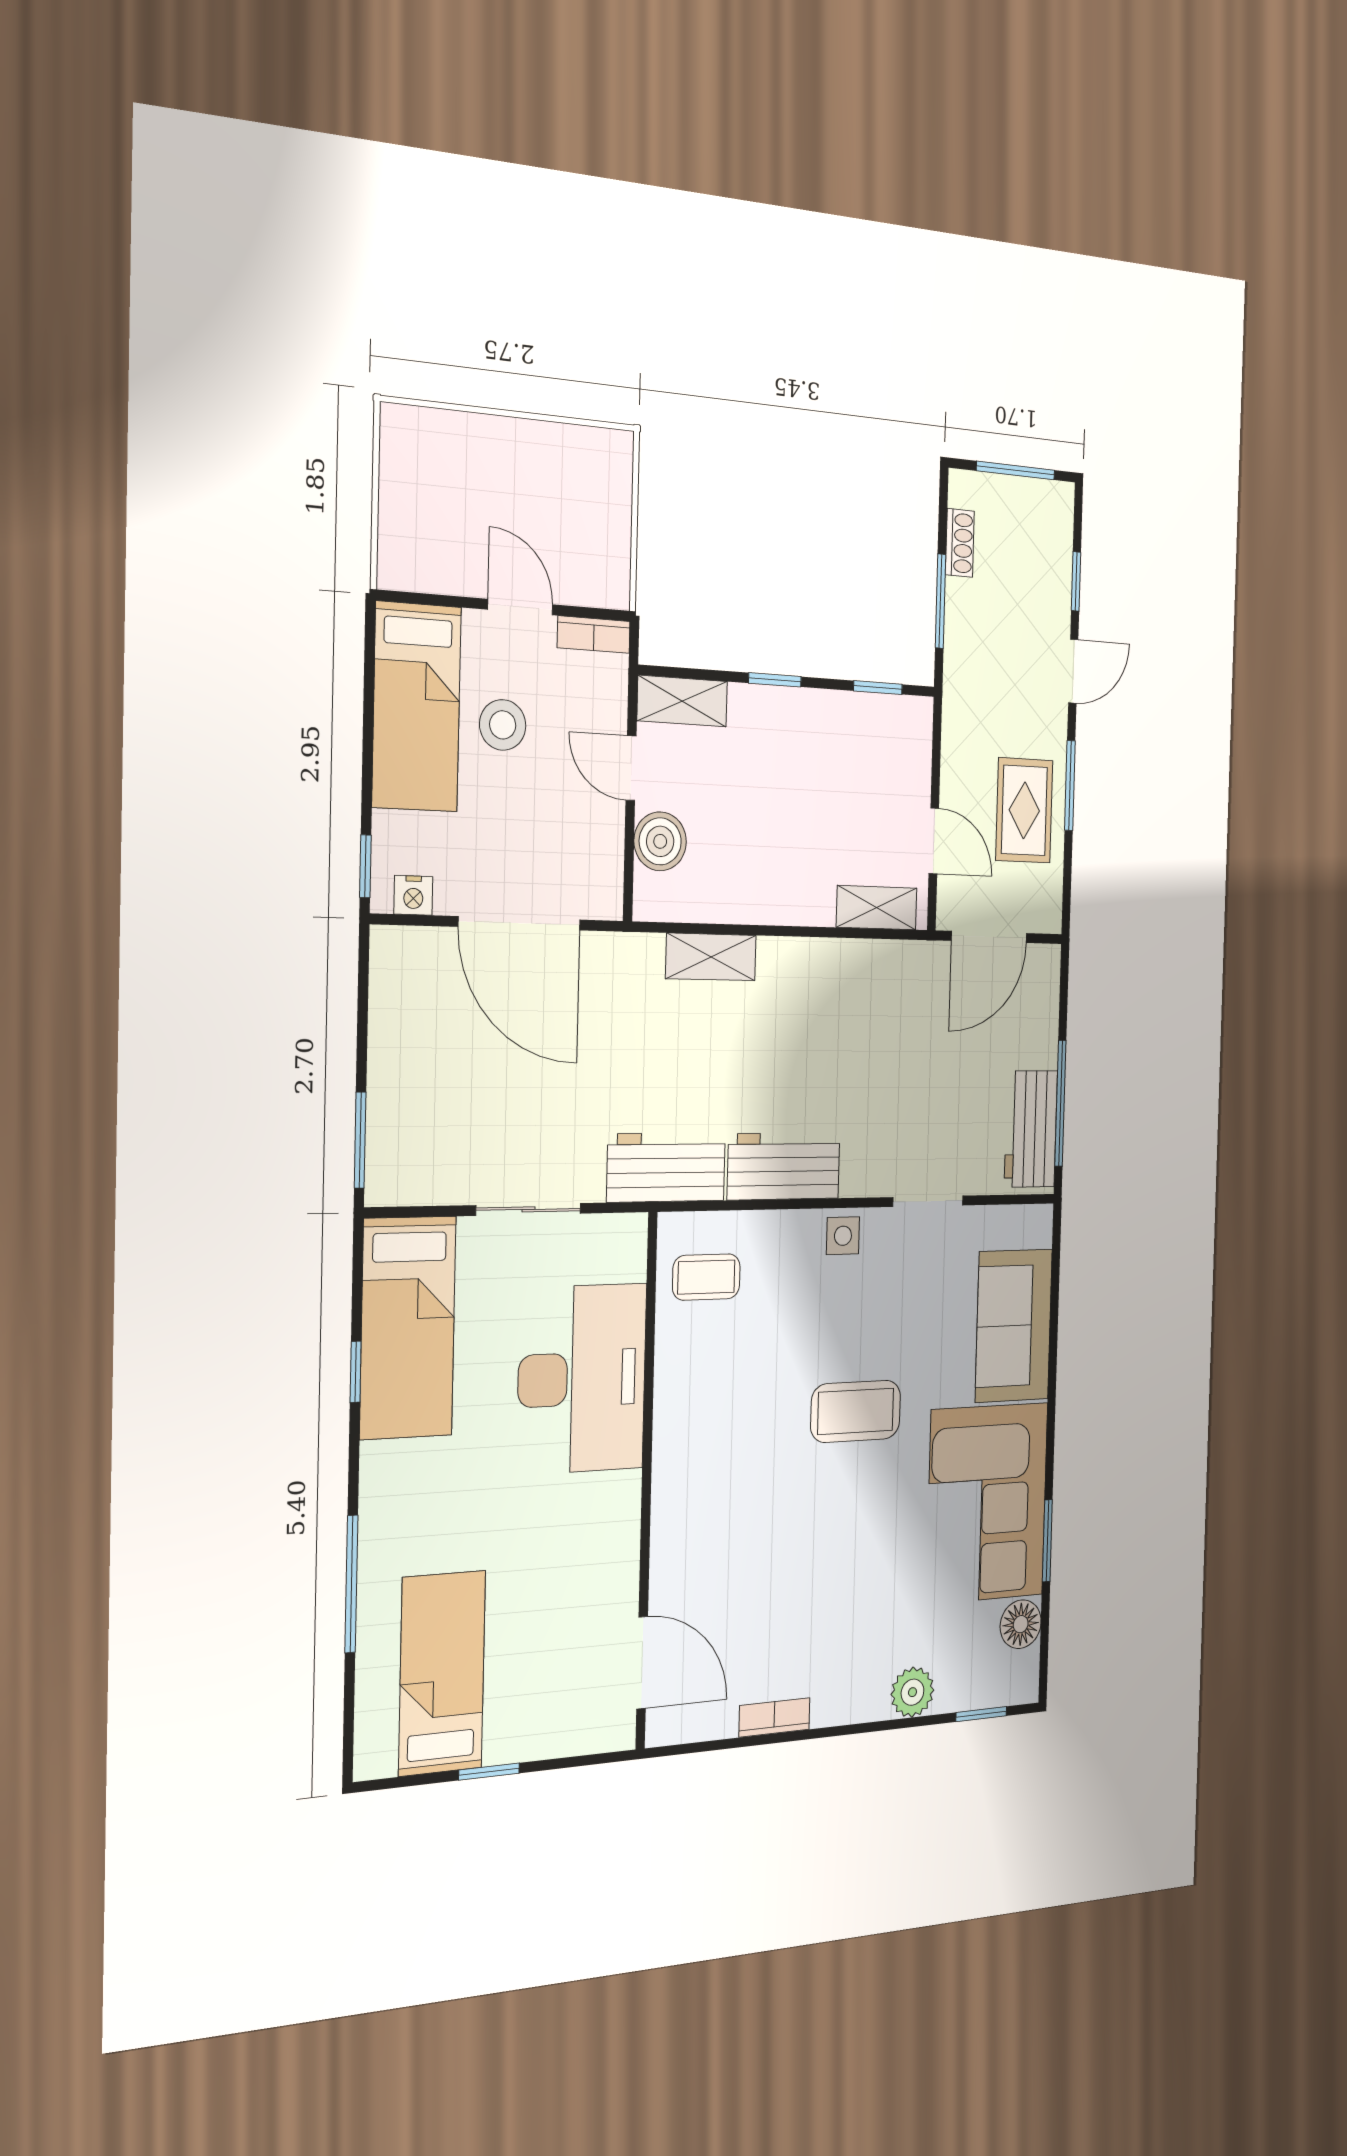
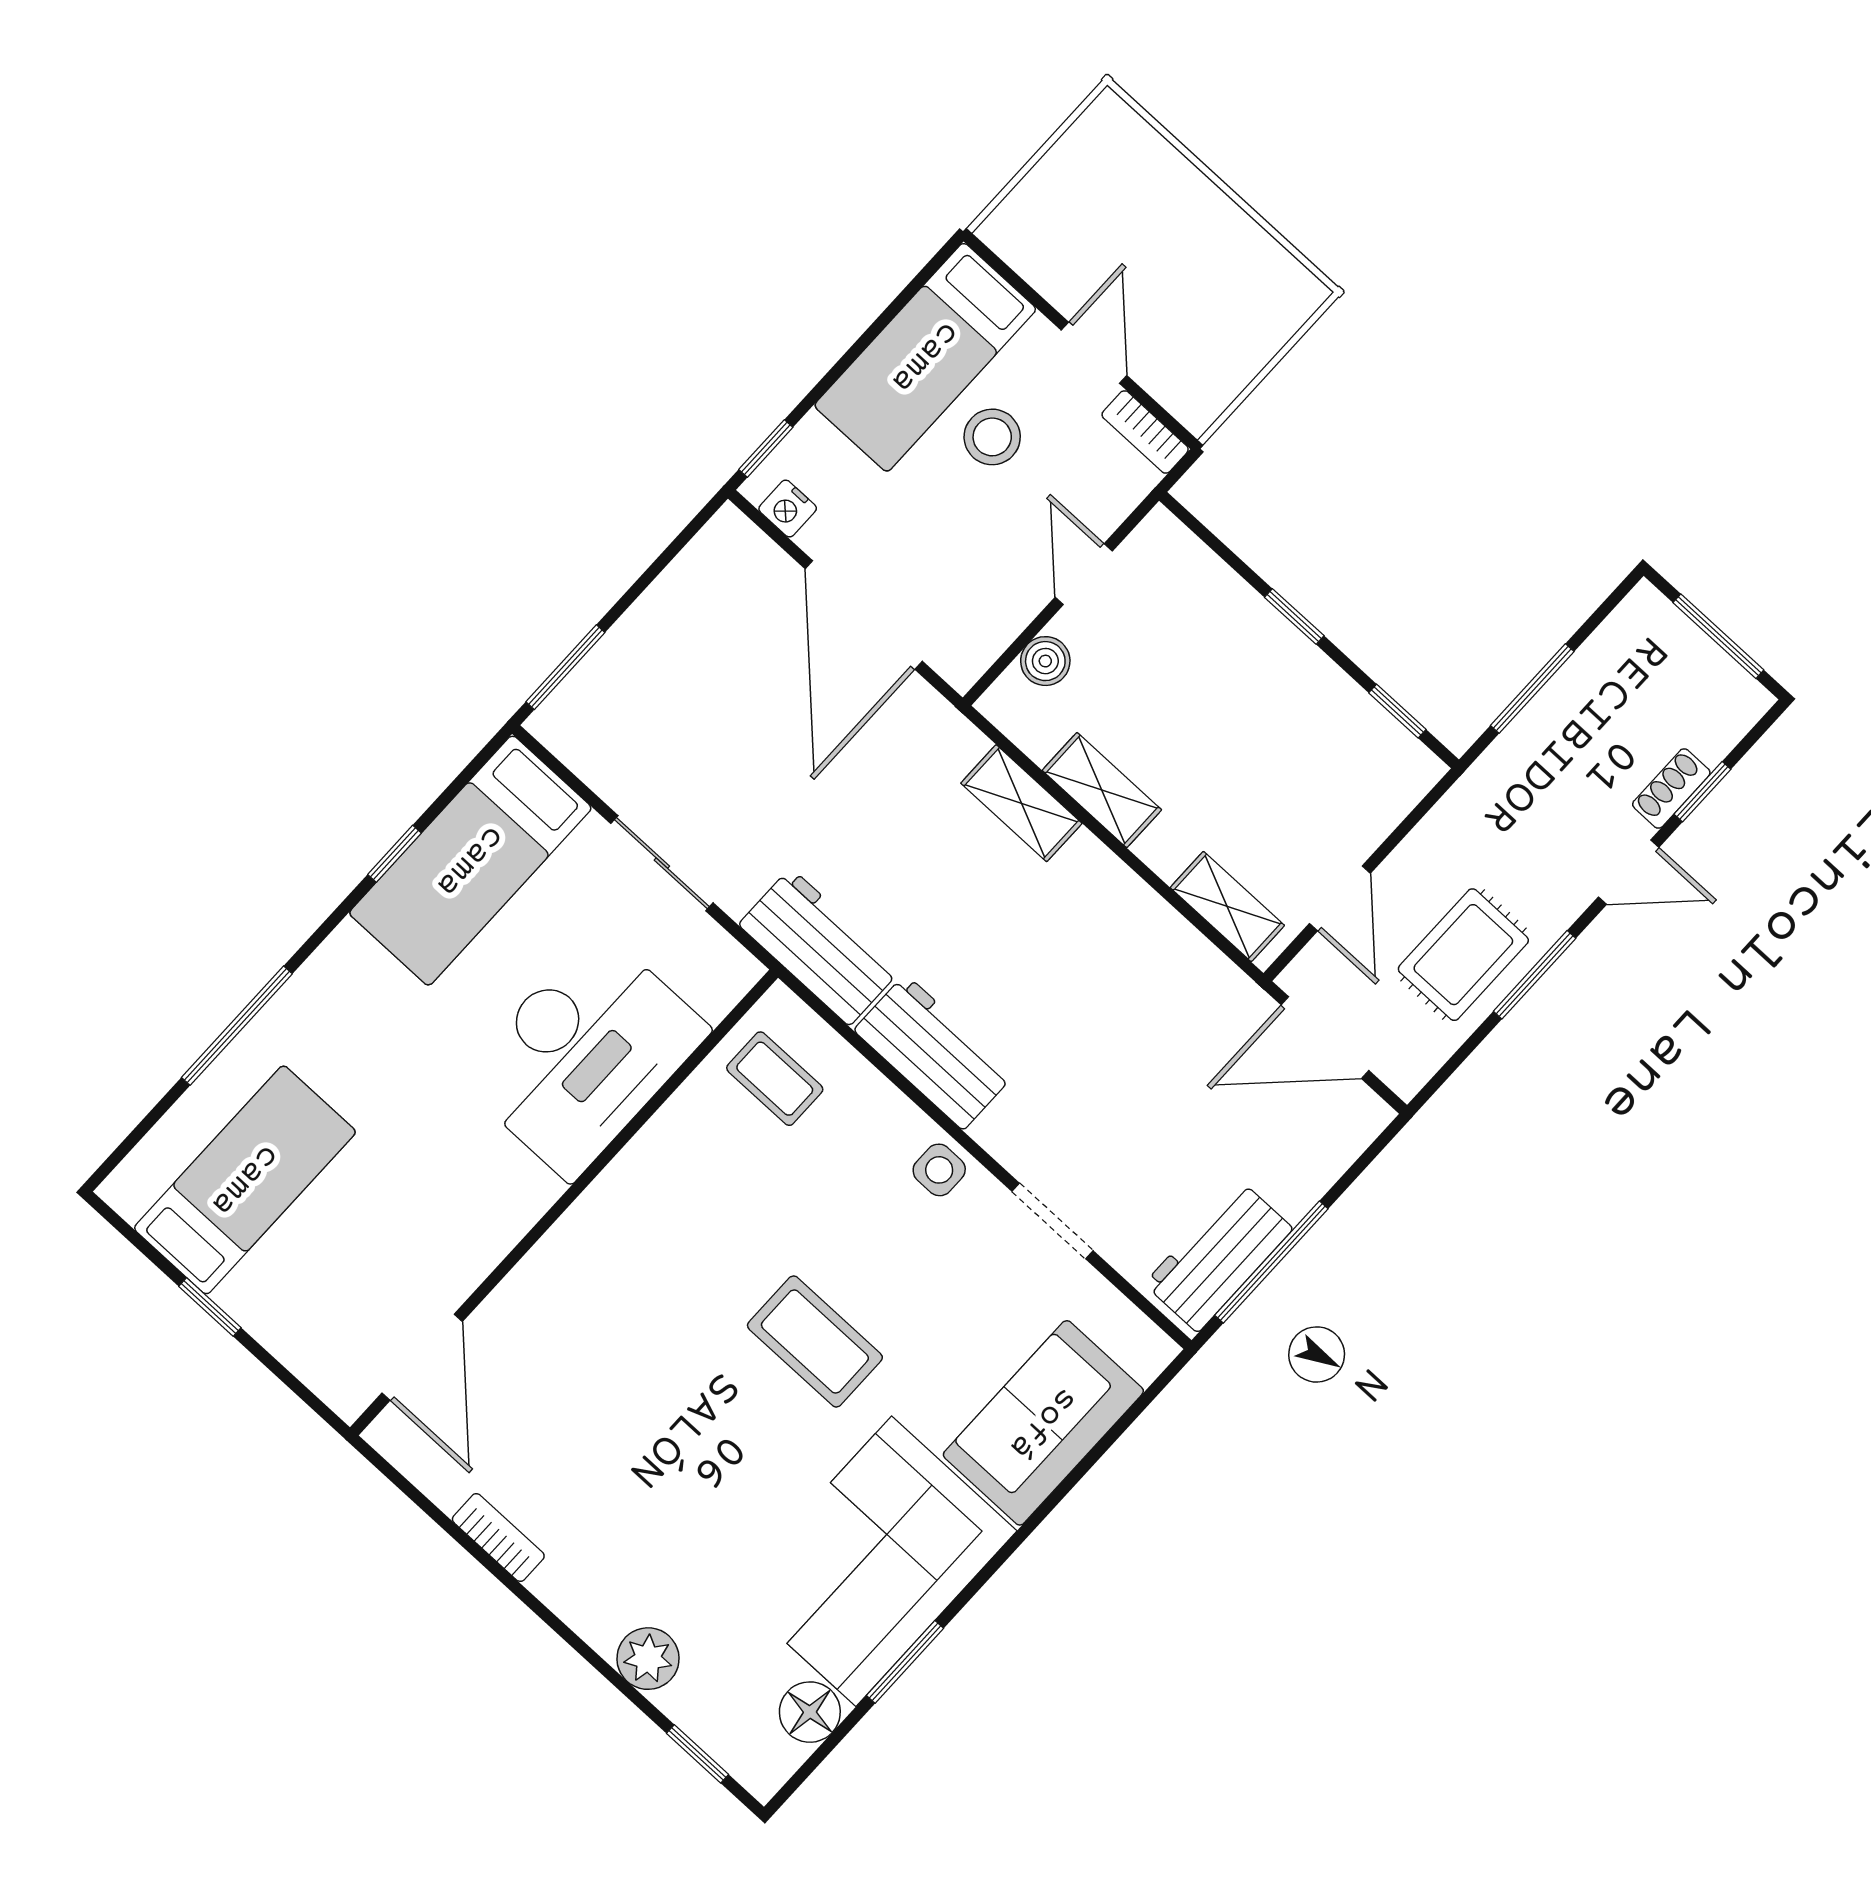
shoe rack: (960, 543) -> (1671, 788), moved, turned 180
shelving: (682, 701) -> (1102, 790), moved
boiler: (660, 841) -> (1045, 661), width x0.73, depth x0.73

